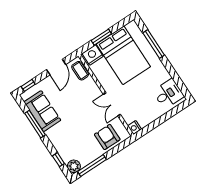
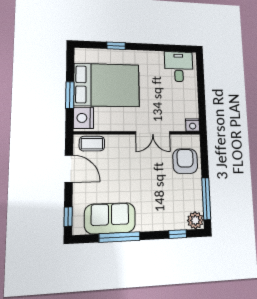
window: (154, 44) -> (116, 46), width x0.46
armchair: (107, 137) -> (185, 161), turned 90

